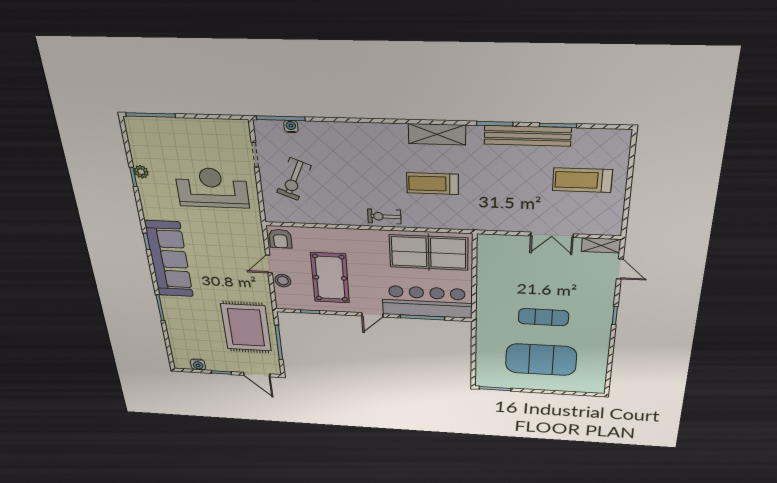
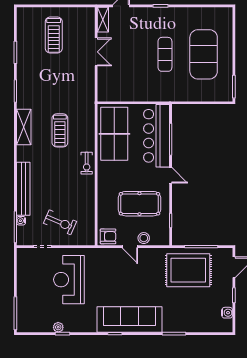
bench: (528, 136) -> (23, 189), moved

